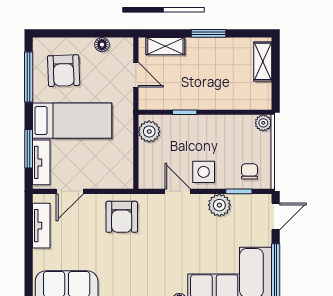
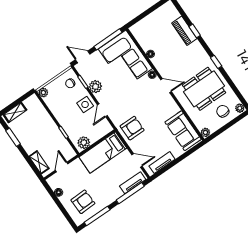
window: (208, 33) -> (13, 137), moved
bed: (72, 121) -> (103, 152), moved, turned -90
window: (29, 149) -> (130, 193), width x1.44

